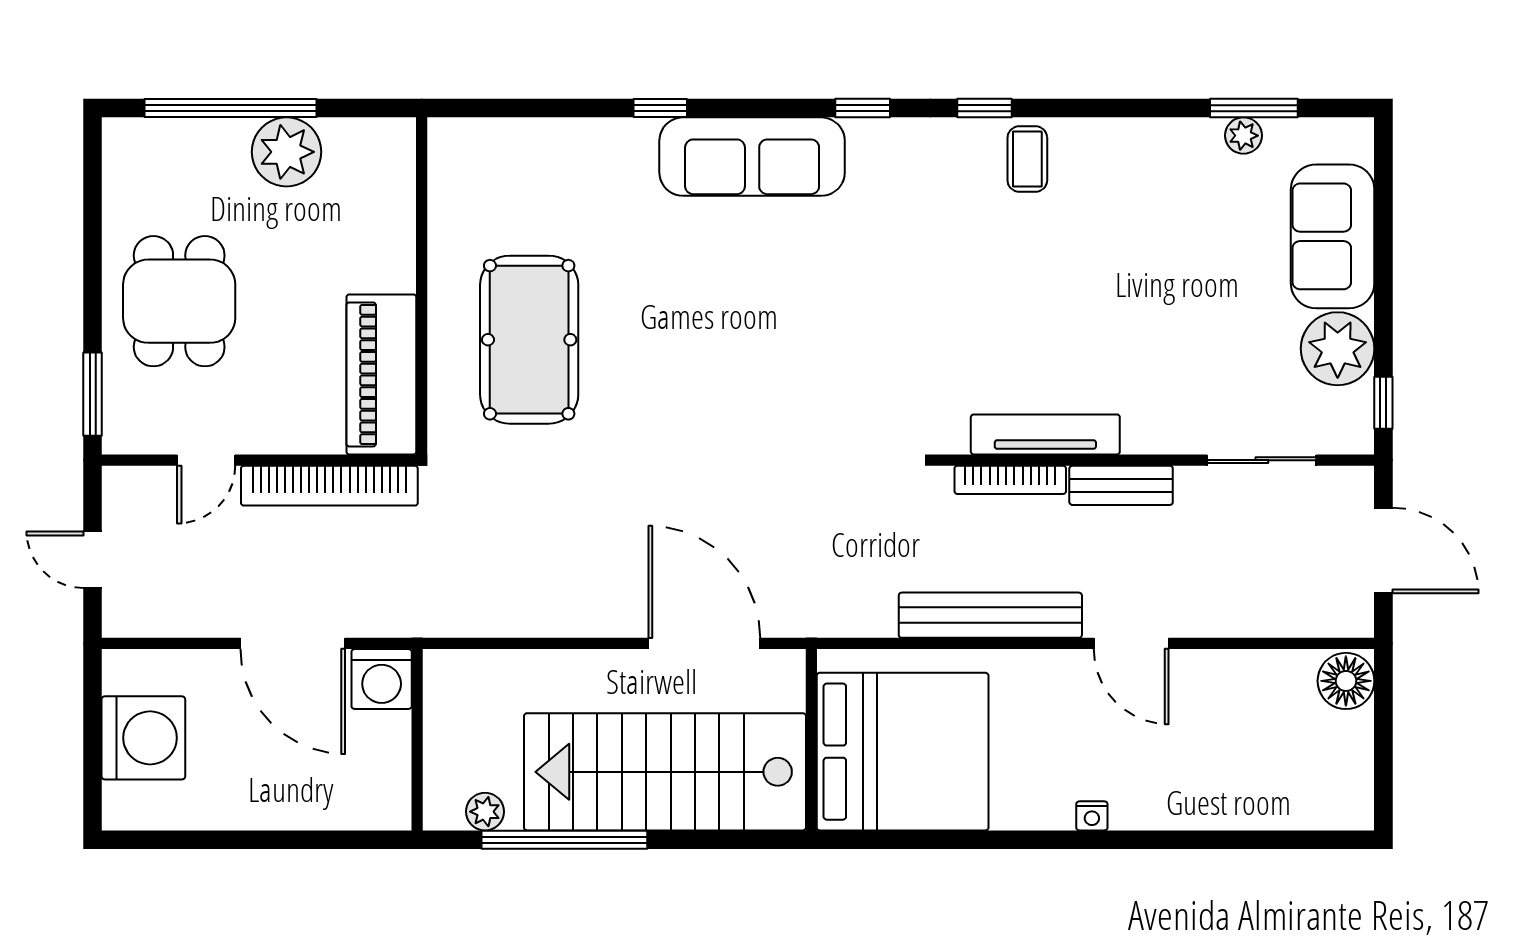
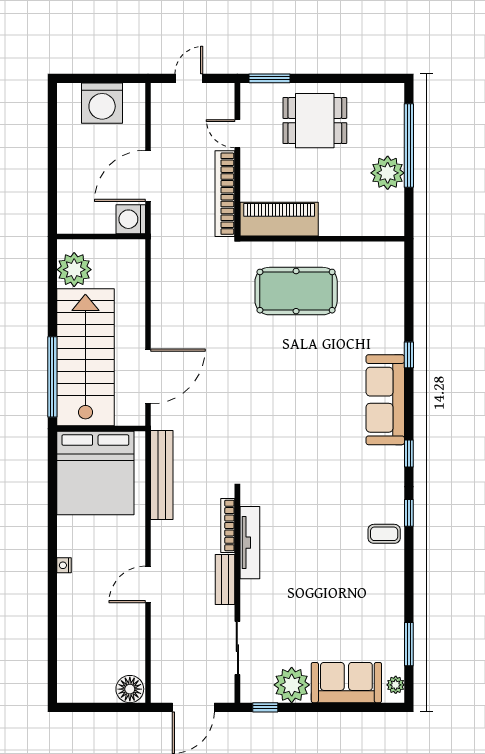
plant: (1243, 136) -> (396, 685), moved
bench: (990, 615) -> (162, 475), moved
plant: (485, 812) -> (74, 270), width x1.88, depth x1.88
window: (564, 840) -> (52, 377), moved

